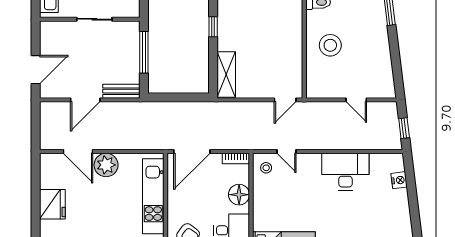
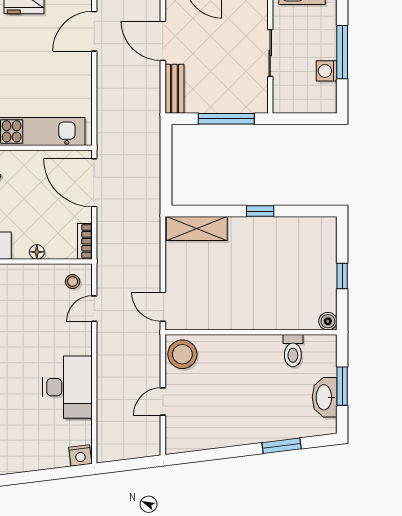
stool: (330, 45) -> (182, 354), moved
window: (404, 128) -> (125, 465), removed
plant: (106, 165) -> (76, 69), removed
nightstand: (399, 180) -> (80, 456), moved
floor lamp: (239, 195) -> (37, 252), width x0.53, depth x0.53

